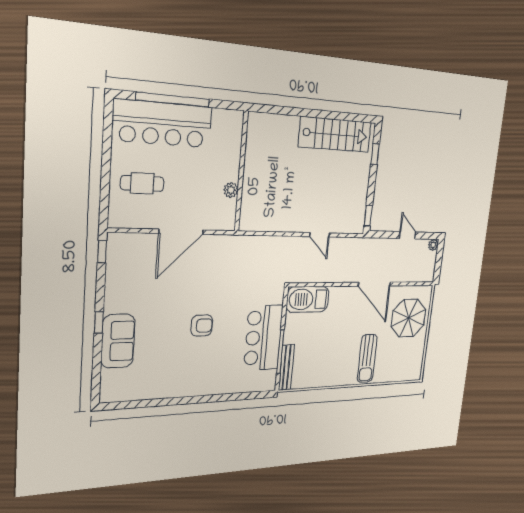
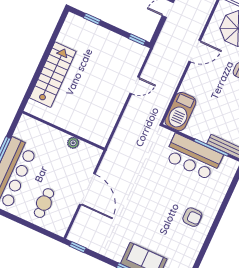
stairs: (335, 135) -> (53, 75), moved
door: (374, 284) -> (195, 51), width x0.73
armchair: (202, 326) -> (192, 217), moved, turned 90

